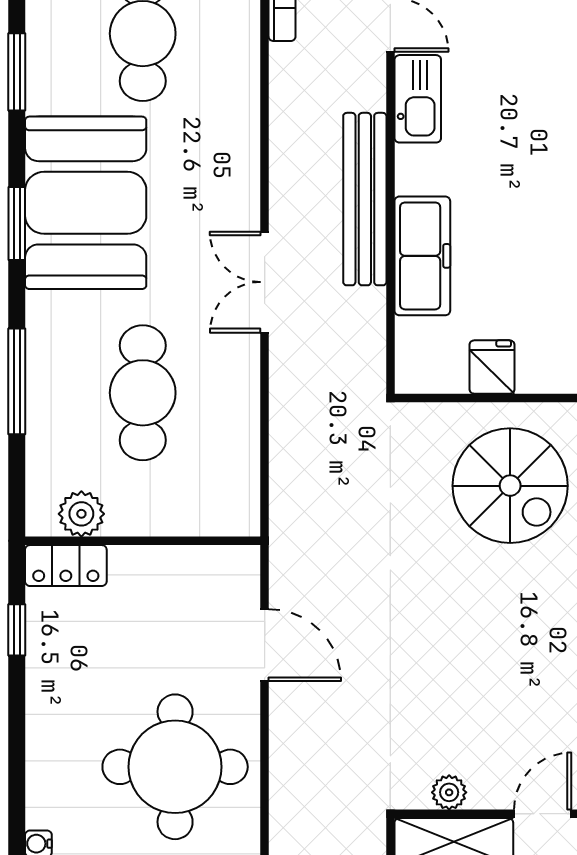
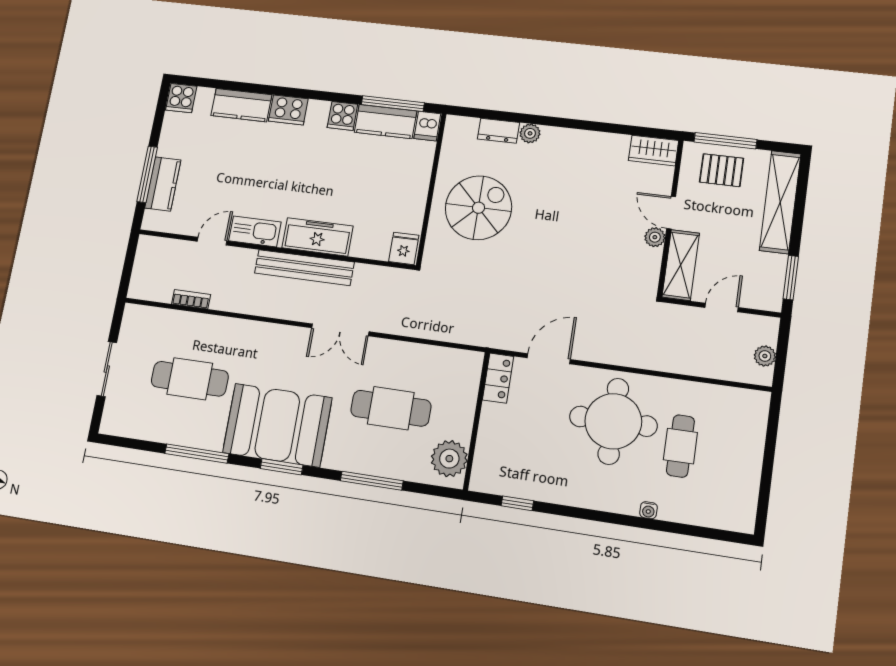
window: (17, 72) -> (197, 454), width x1.44
freezer: (422, 256) -> (317, 237), moved
fridge: (492, 367) -> (404, 248), moved, turned 90
plant: (81, 514) -> (449, 459), width x1.36, depth x1.36
locker: (66, 566) -> (498, 378), moved
plant: (449, 792) -> (655, 237), moved

